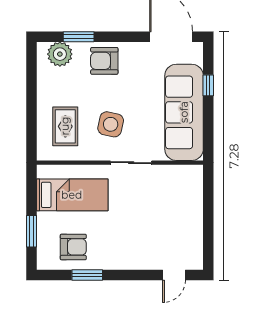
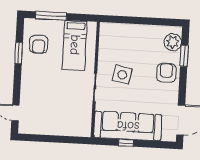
window: (208, 85) -> (126, 143), moved
rug: (65, 126) -> (122, 43), removed
window: (31, 231) -> (51, 16), width x1.44

